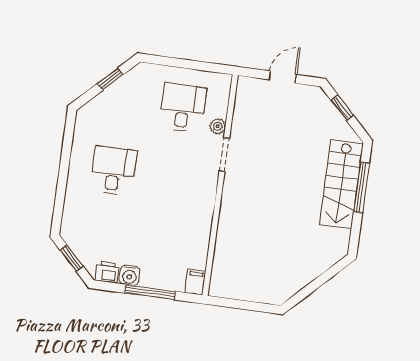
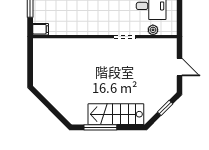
plant: (218, 126) -> (153, 30), moved
window: (361, 188) -> (100, 127), moved

